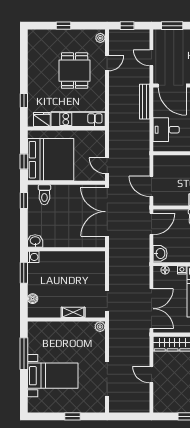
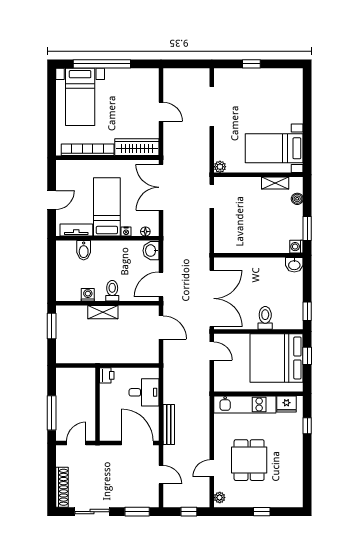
toilet: (44, 195) -> (265, 318), moved
shelving: (73, 312) -> (275, 183), moved
window: (24, 354) -> (307, 136), removed
bed with nightstands: (53, 376) -> (274, 148), moved

